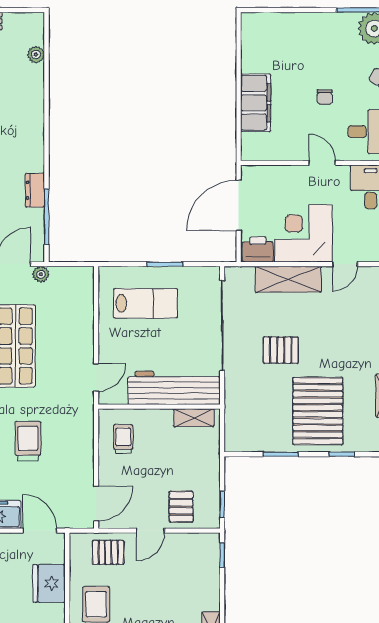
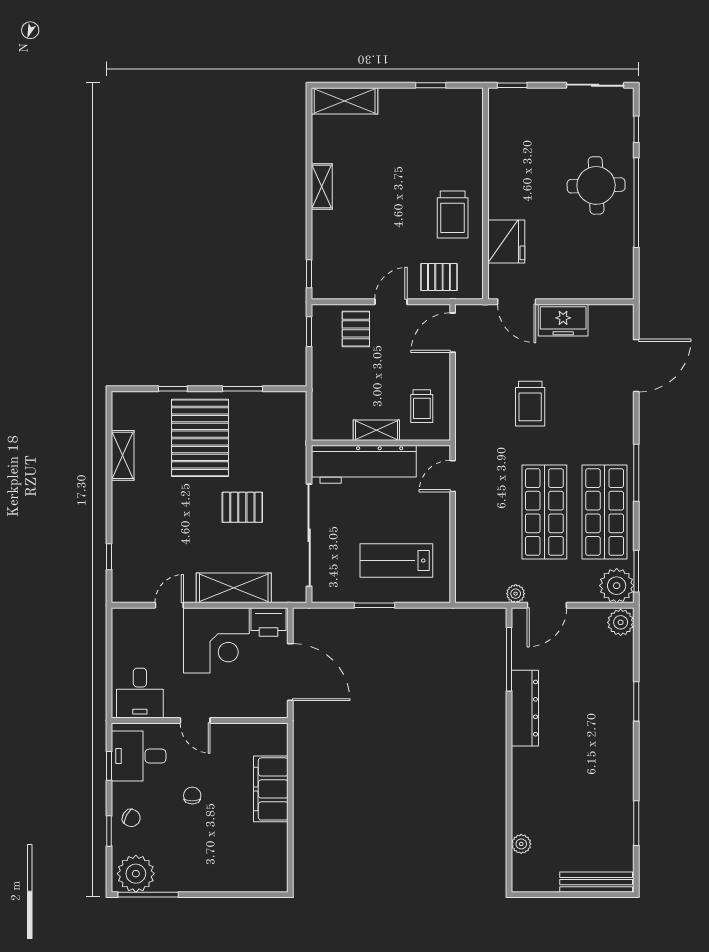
dresser: (35, 190) -> (525, 708), width x1.96, depth x1.24
door: (239, 205) -> (290, 672), hinge flipped
shelving: (194, 418) -> (376, 430), moved

